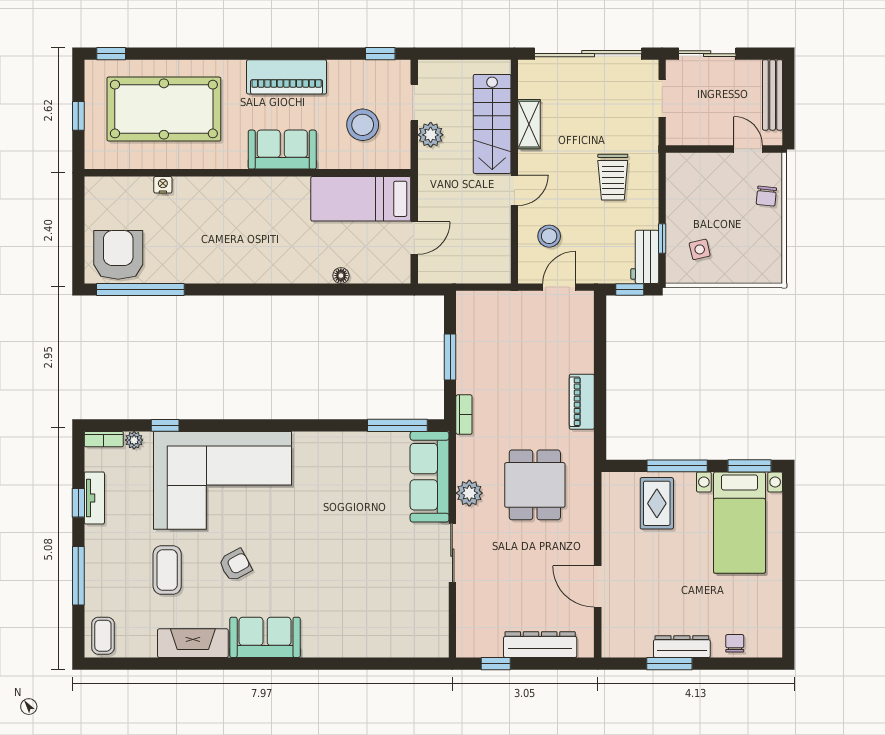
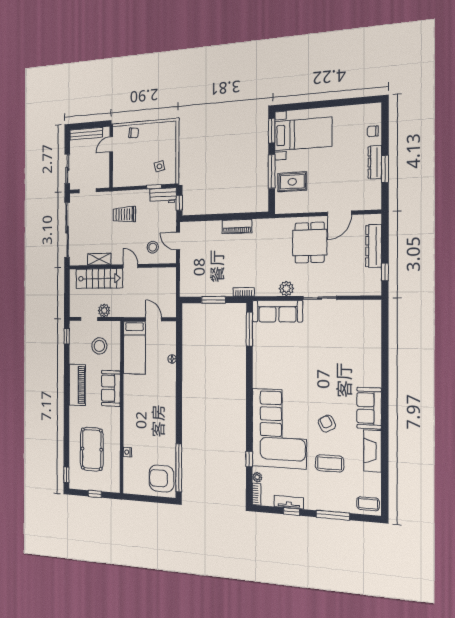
pool table: (164, 109) -> (92, 449), width x0.73, depth x0.76
trolley: (613, 177) -> (124, 214), turned 180
dining table: (535, 485) -> (310, 243), moved, turned 90

